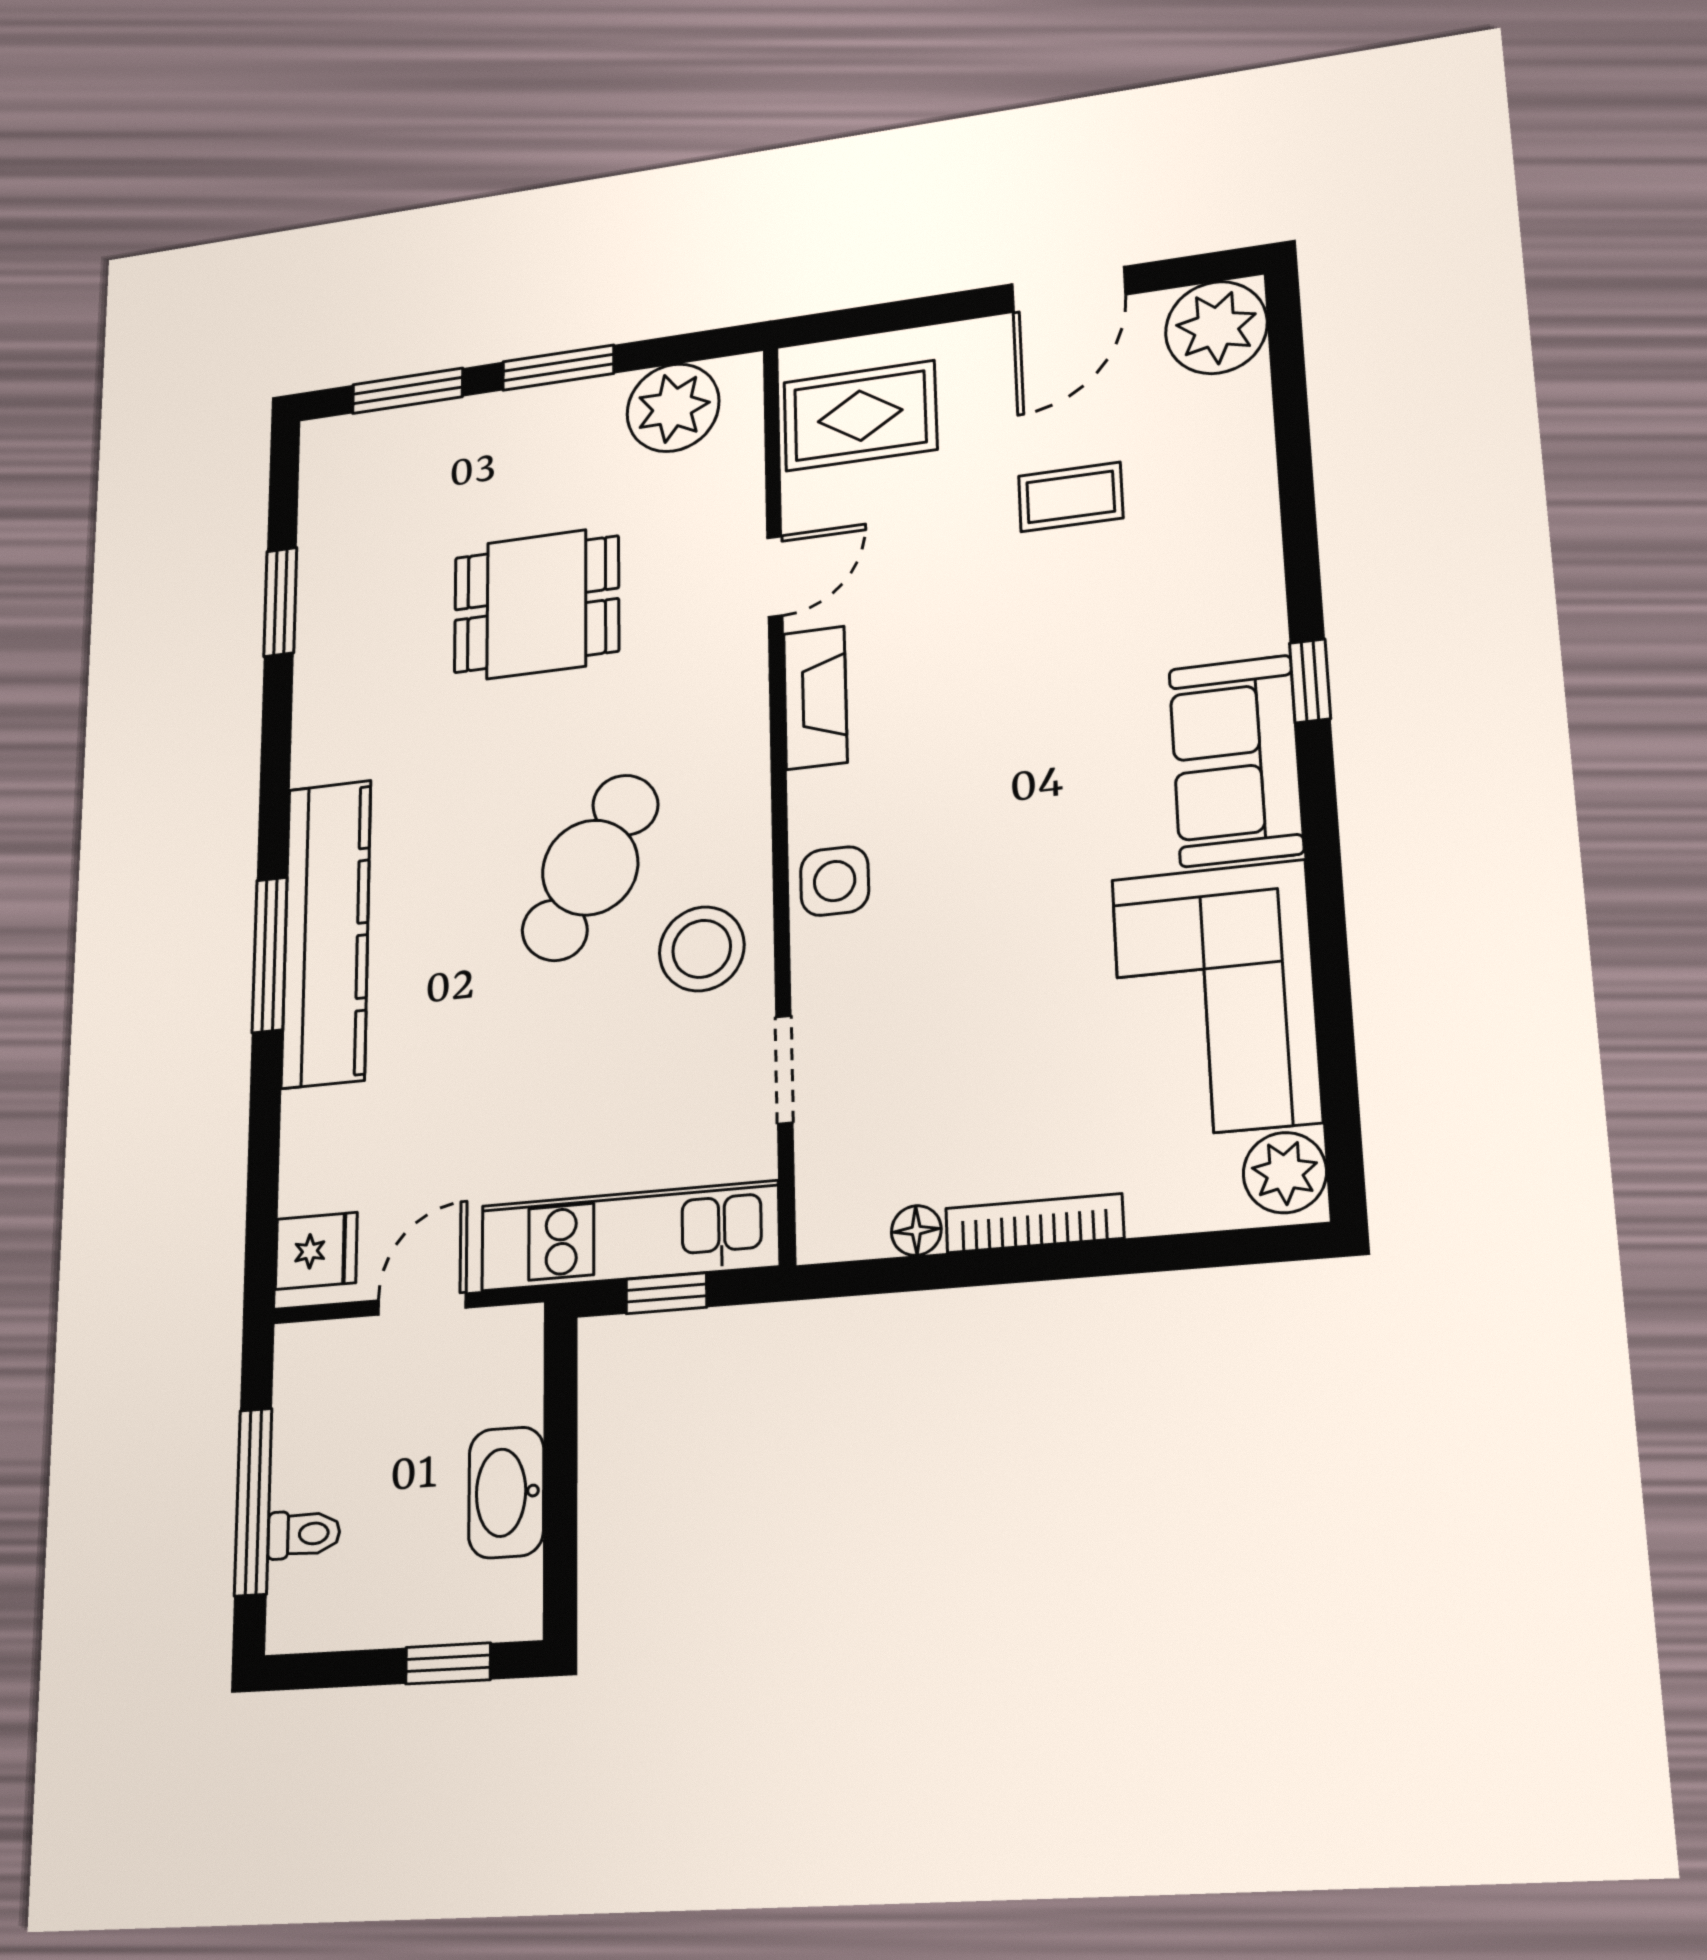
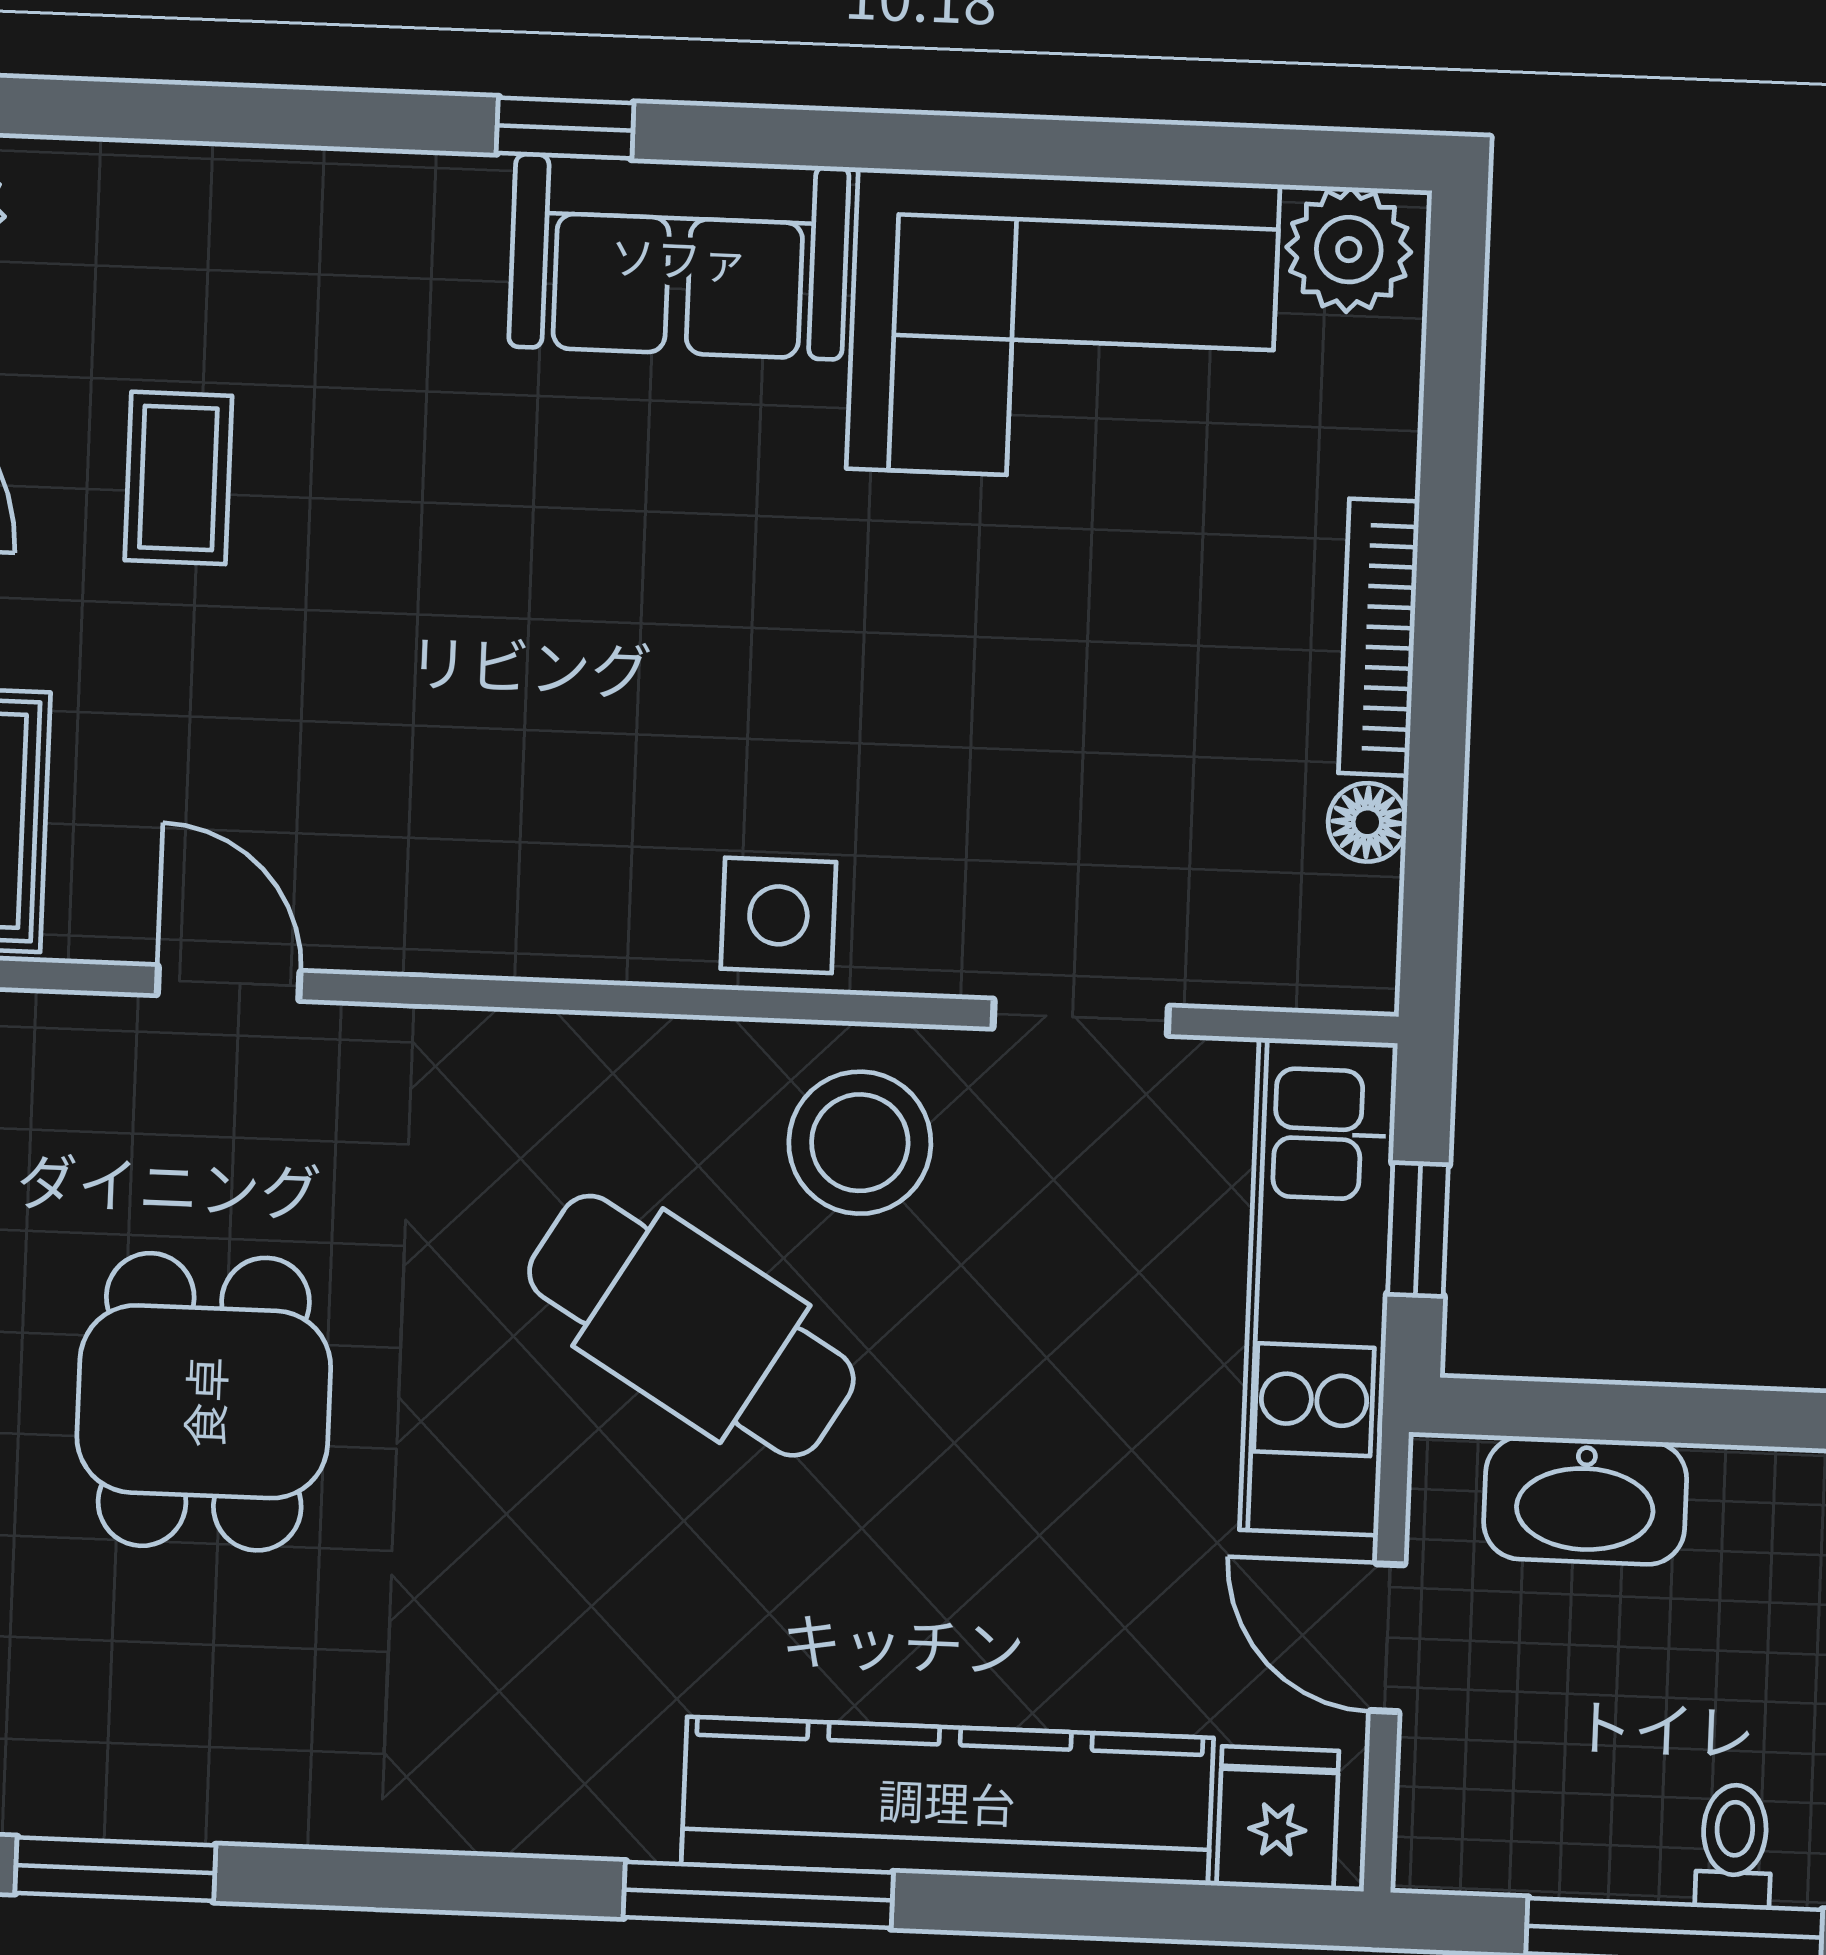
fireplace: (815, 698) -> (457, 927), removed
kitchen counter: (326, 933) -> (947, 1801), moved
washbasin: (506, 1492) -> (1585, 1500), moved

